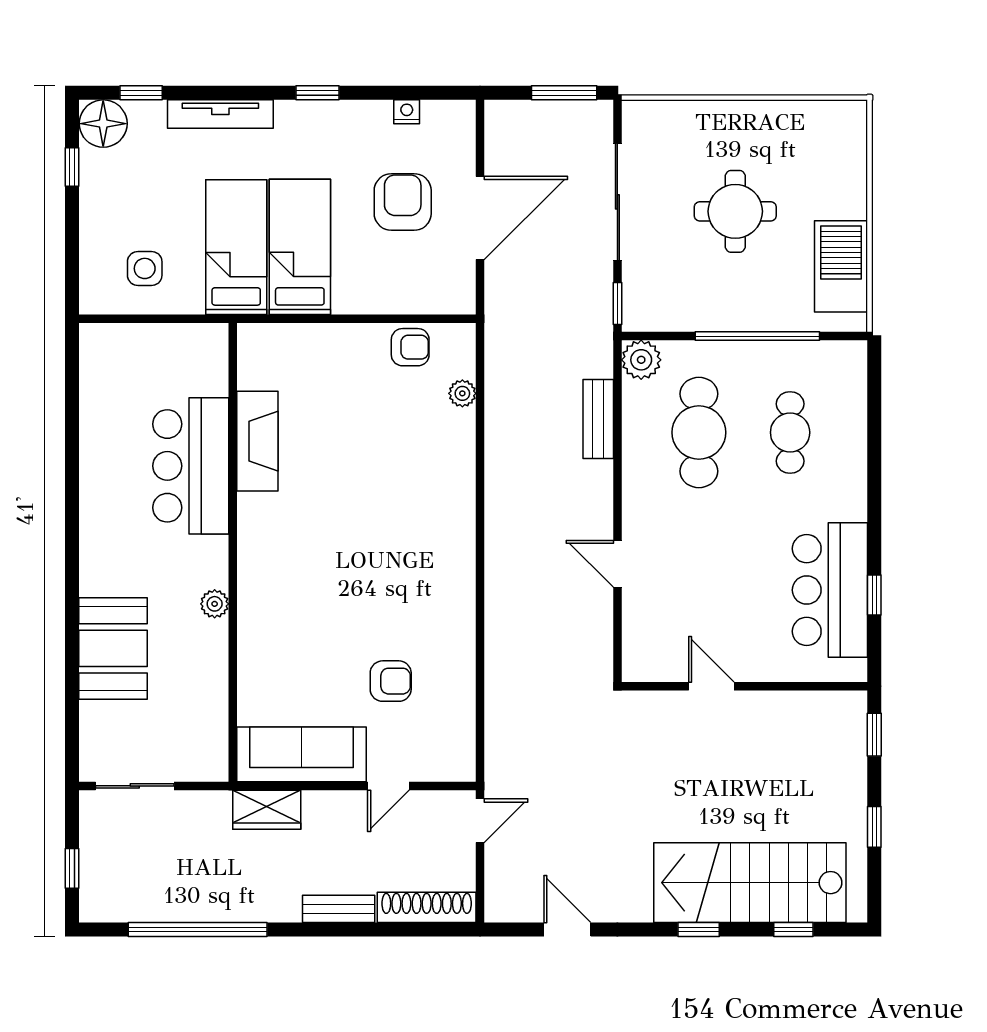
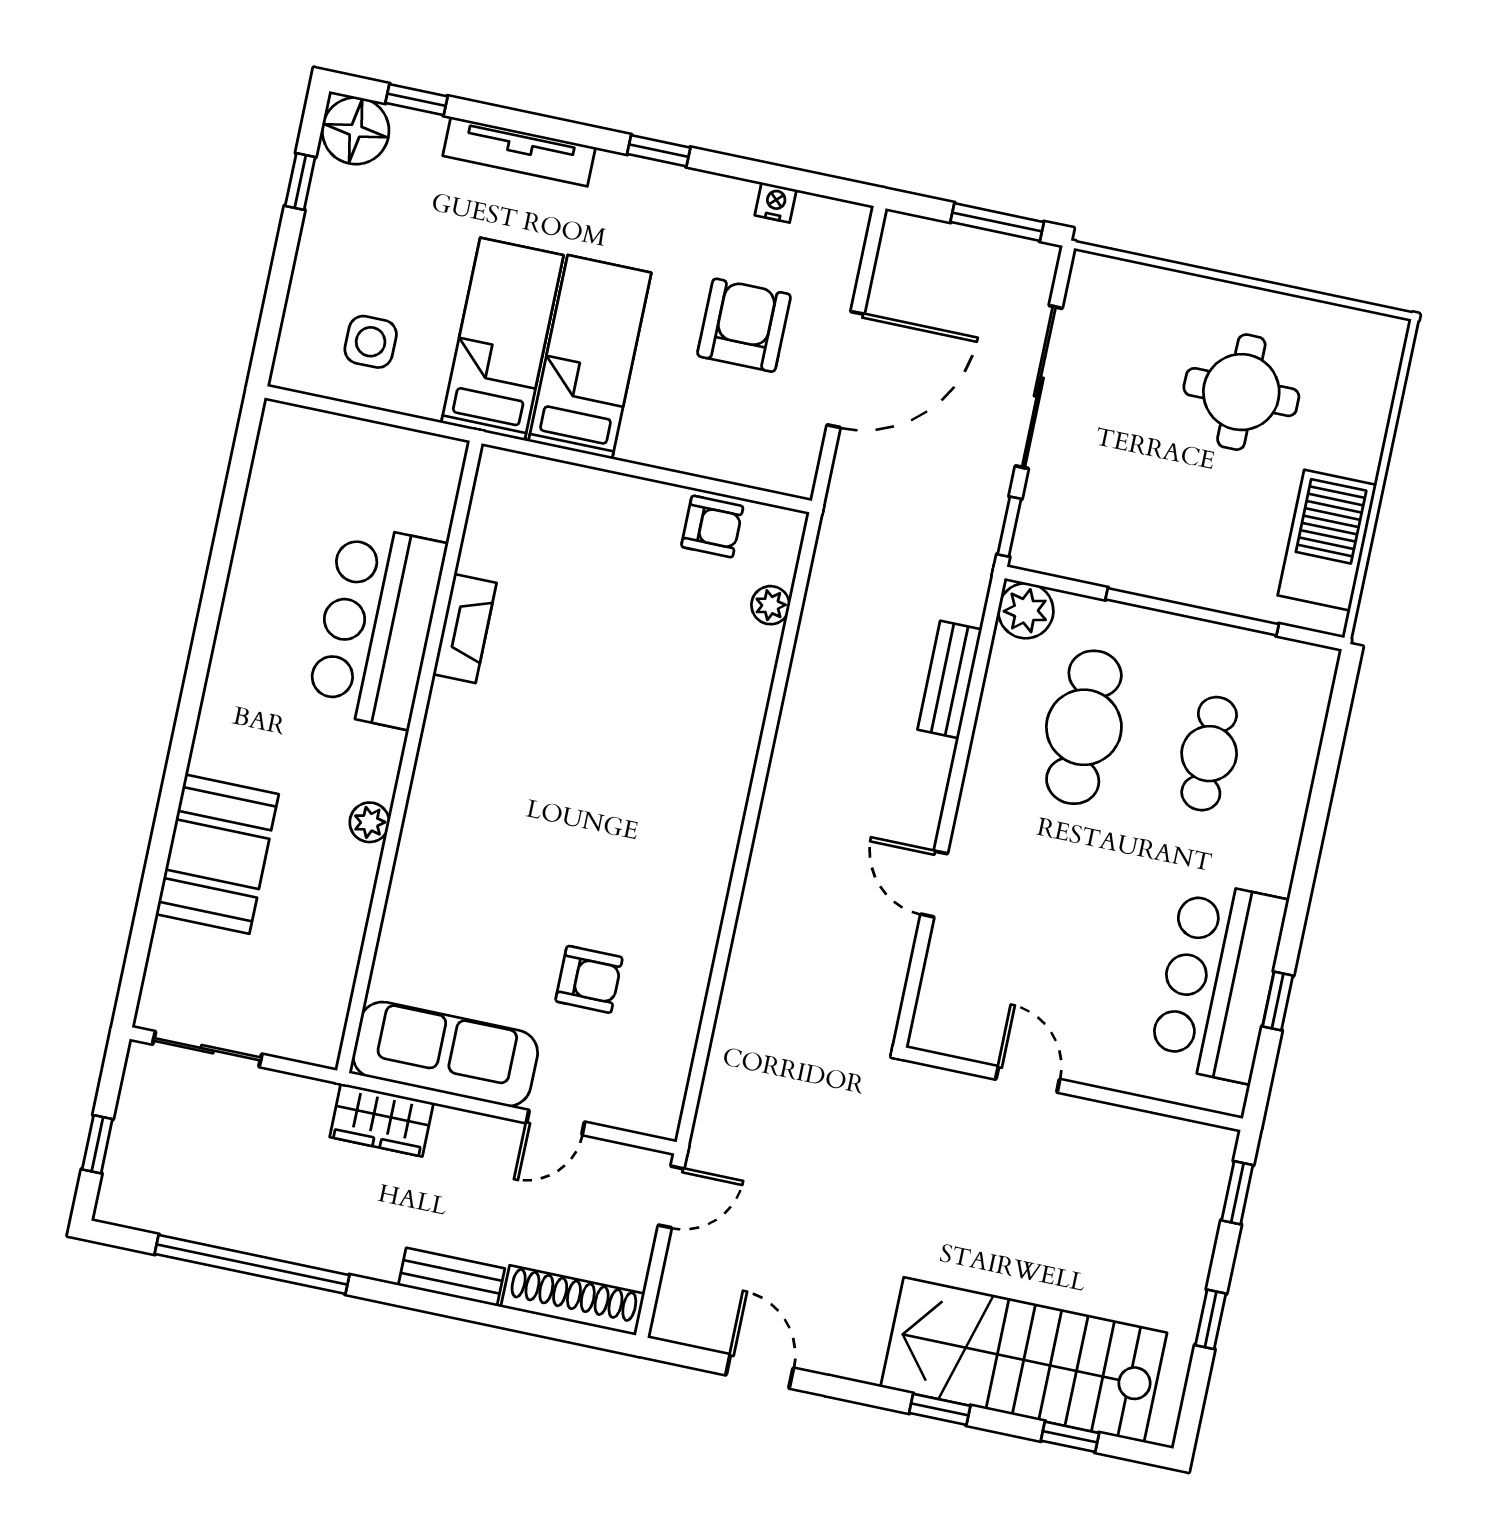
round table: (735, 211) -> (1241, 392), moved
fireplace: (257, 441) -> (465, 629), width x0.73, depth x0.76

